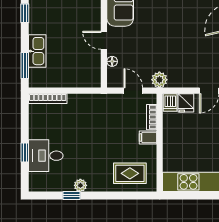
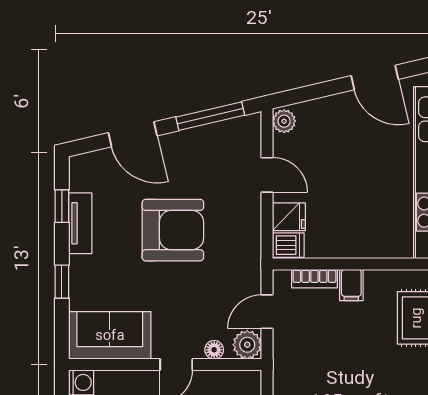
armchair: (179, 38) -> (173, 230), added
plant: (159, 80) -> (247, 345), moved

